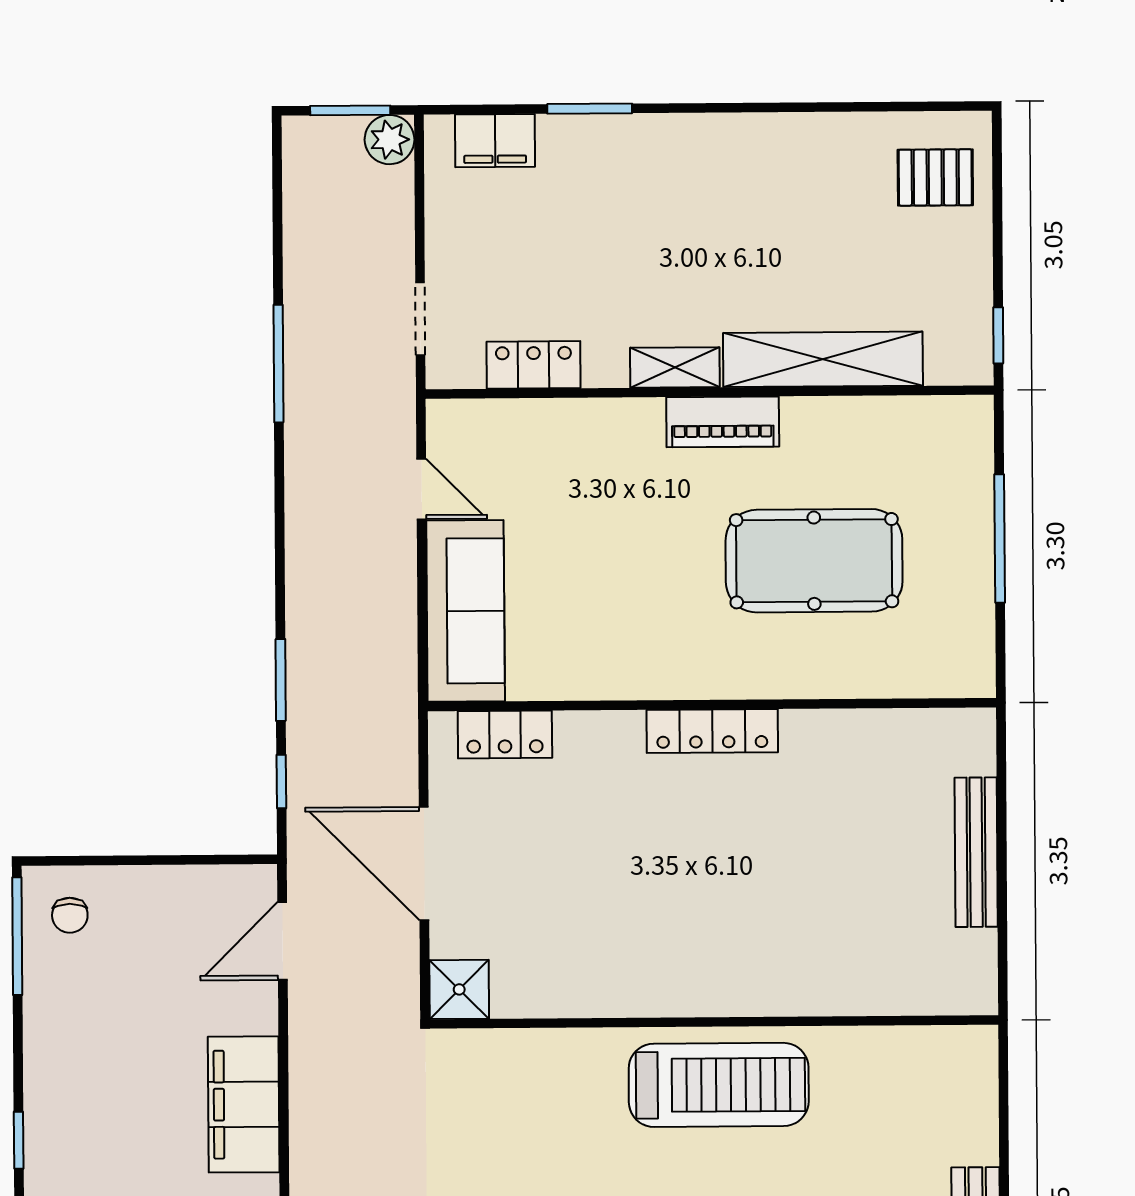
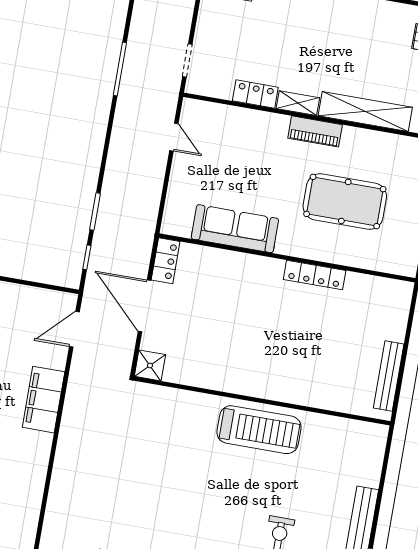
locker: (534, 365) -> (255, 94), moved
sofa: (466, 611) -> (235, 229), moved, turned -90
locker: (712, 731) -> (315, 275), moved
locker: (505, 735) -> (166, 261), moved, turned -90
bench: (976, 852) -> (389, 376), moved

